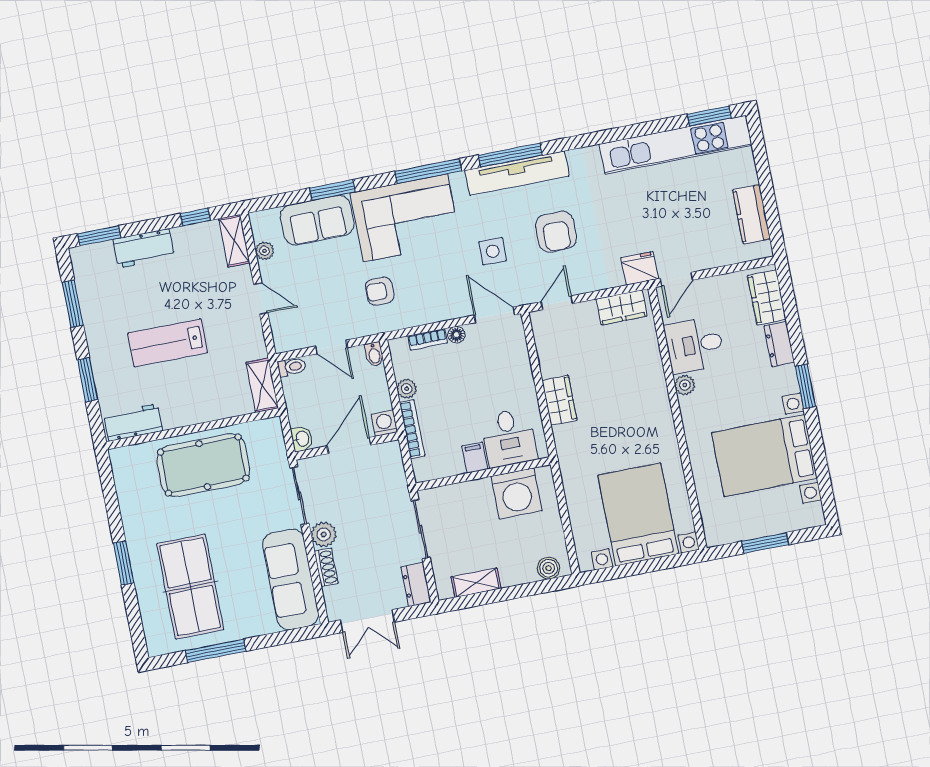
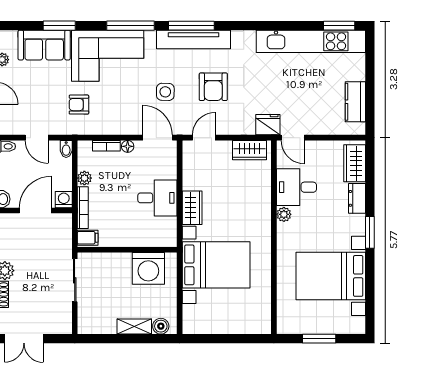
door: (676, 279) -> (293, 138), hinge flipped
desk: (509, 438) -> (157, 198), moved, turned -90
filing cabinet: (475, 458) -> (88, 238), moved, turned 90
bed with nightstands: (638, 514) -> (216, 265), moved, turned 90
shelving: (476, 583) -> (134, 326), moved
dresser: (416, 585) -> (64, 319), removed

